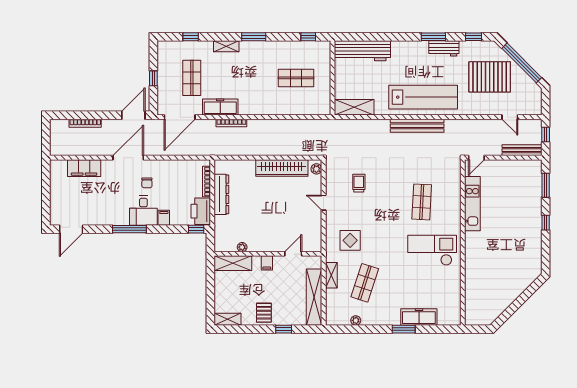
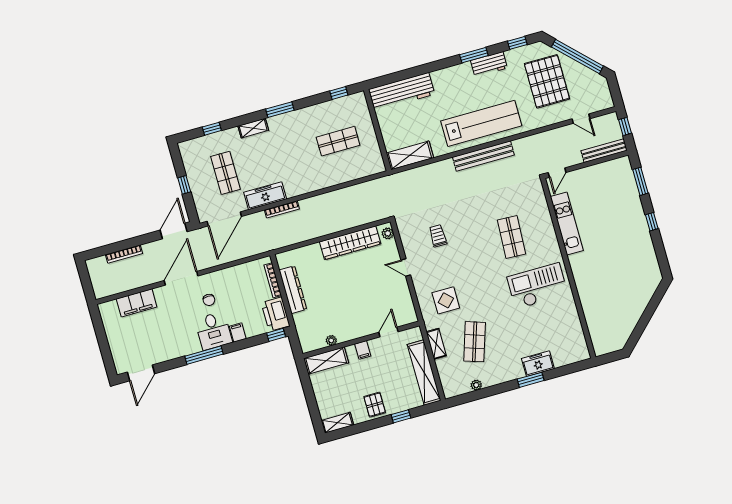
pallet: (490, 77) -> (547, 81), turned 90
freezer: (419, 317) -> (538, 364), width x0.71

